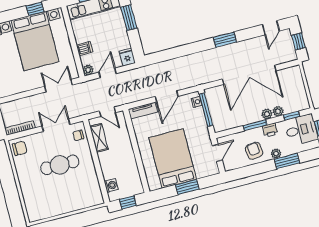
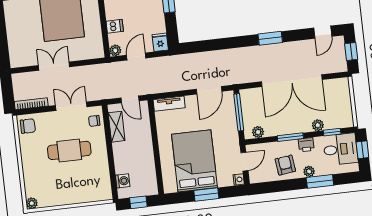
double door: (59, 86) -> (54, 66), moved
door: (167, 96) -> (209, 90), moved
nightstand: (197, 102) -> (239, 179), moved
plant: (267, 114) -> (258, 132), moved
plant: (33, 217) -> (32, 203), added

